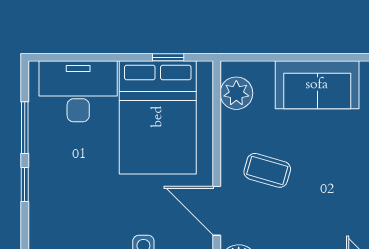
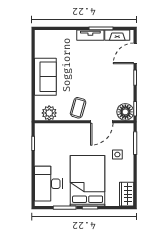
bed: (158, 117) -> (88, 181), moved, turned -90
coffee table: (267, 170) -> (78, 108), moved

